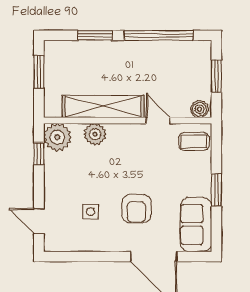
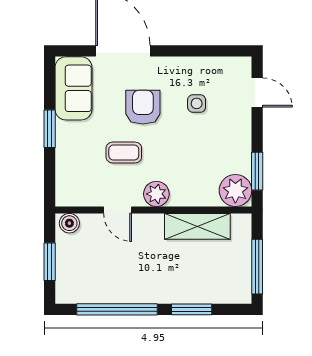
window: (39, 72) -> (257, 267), width x1.44
shelving: (103, 106) -> (197, 226), width x0.68
plant: (95, 134) -> (156, 194), moved
coffee table: (194, 141) -> (124, 153), moved
window: (39, 154) -> (257, 171), width x1.50

